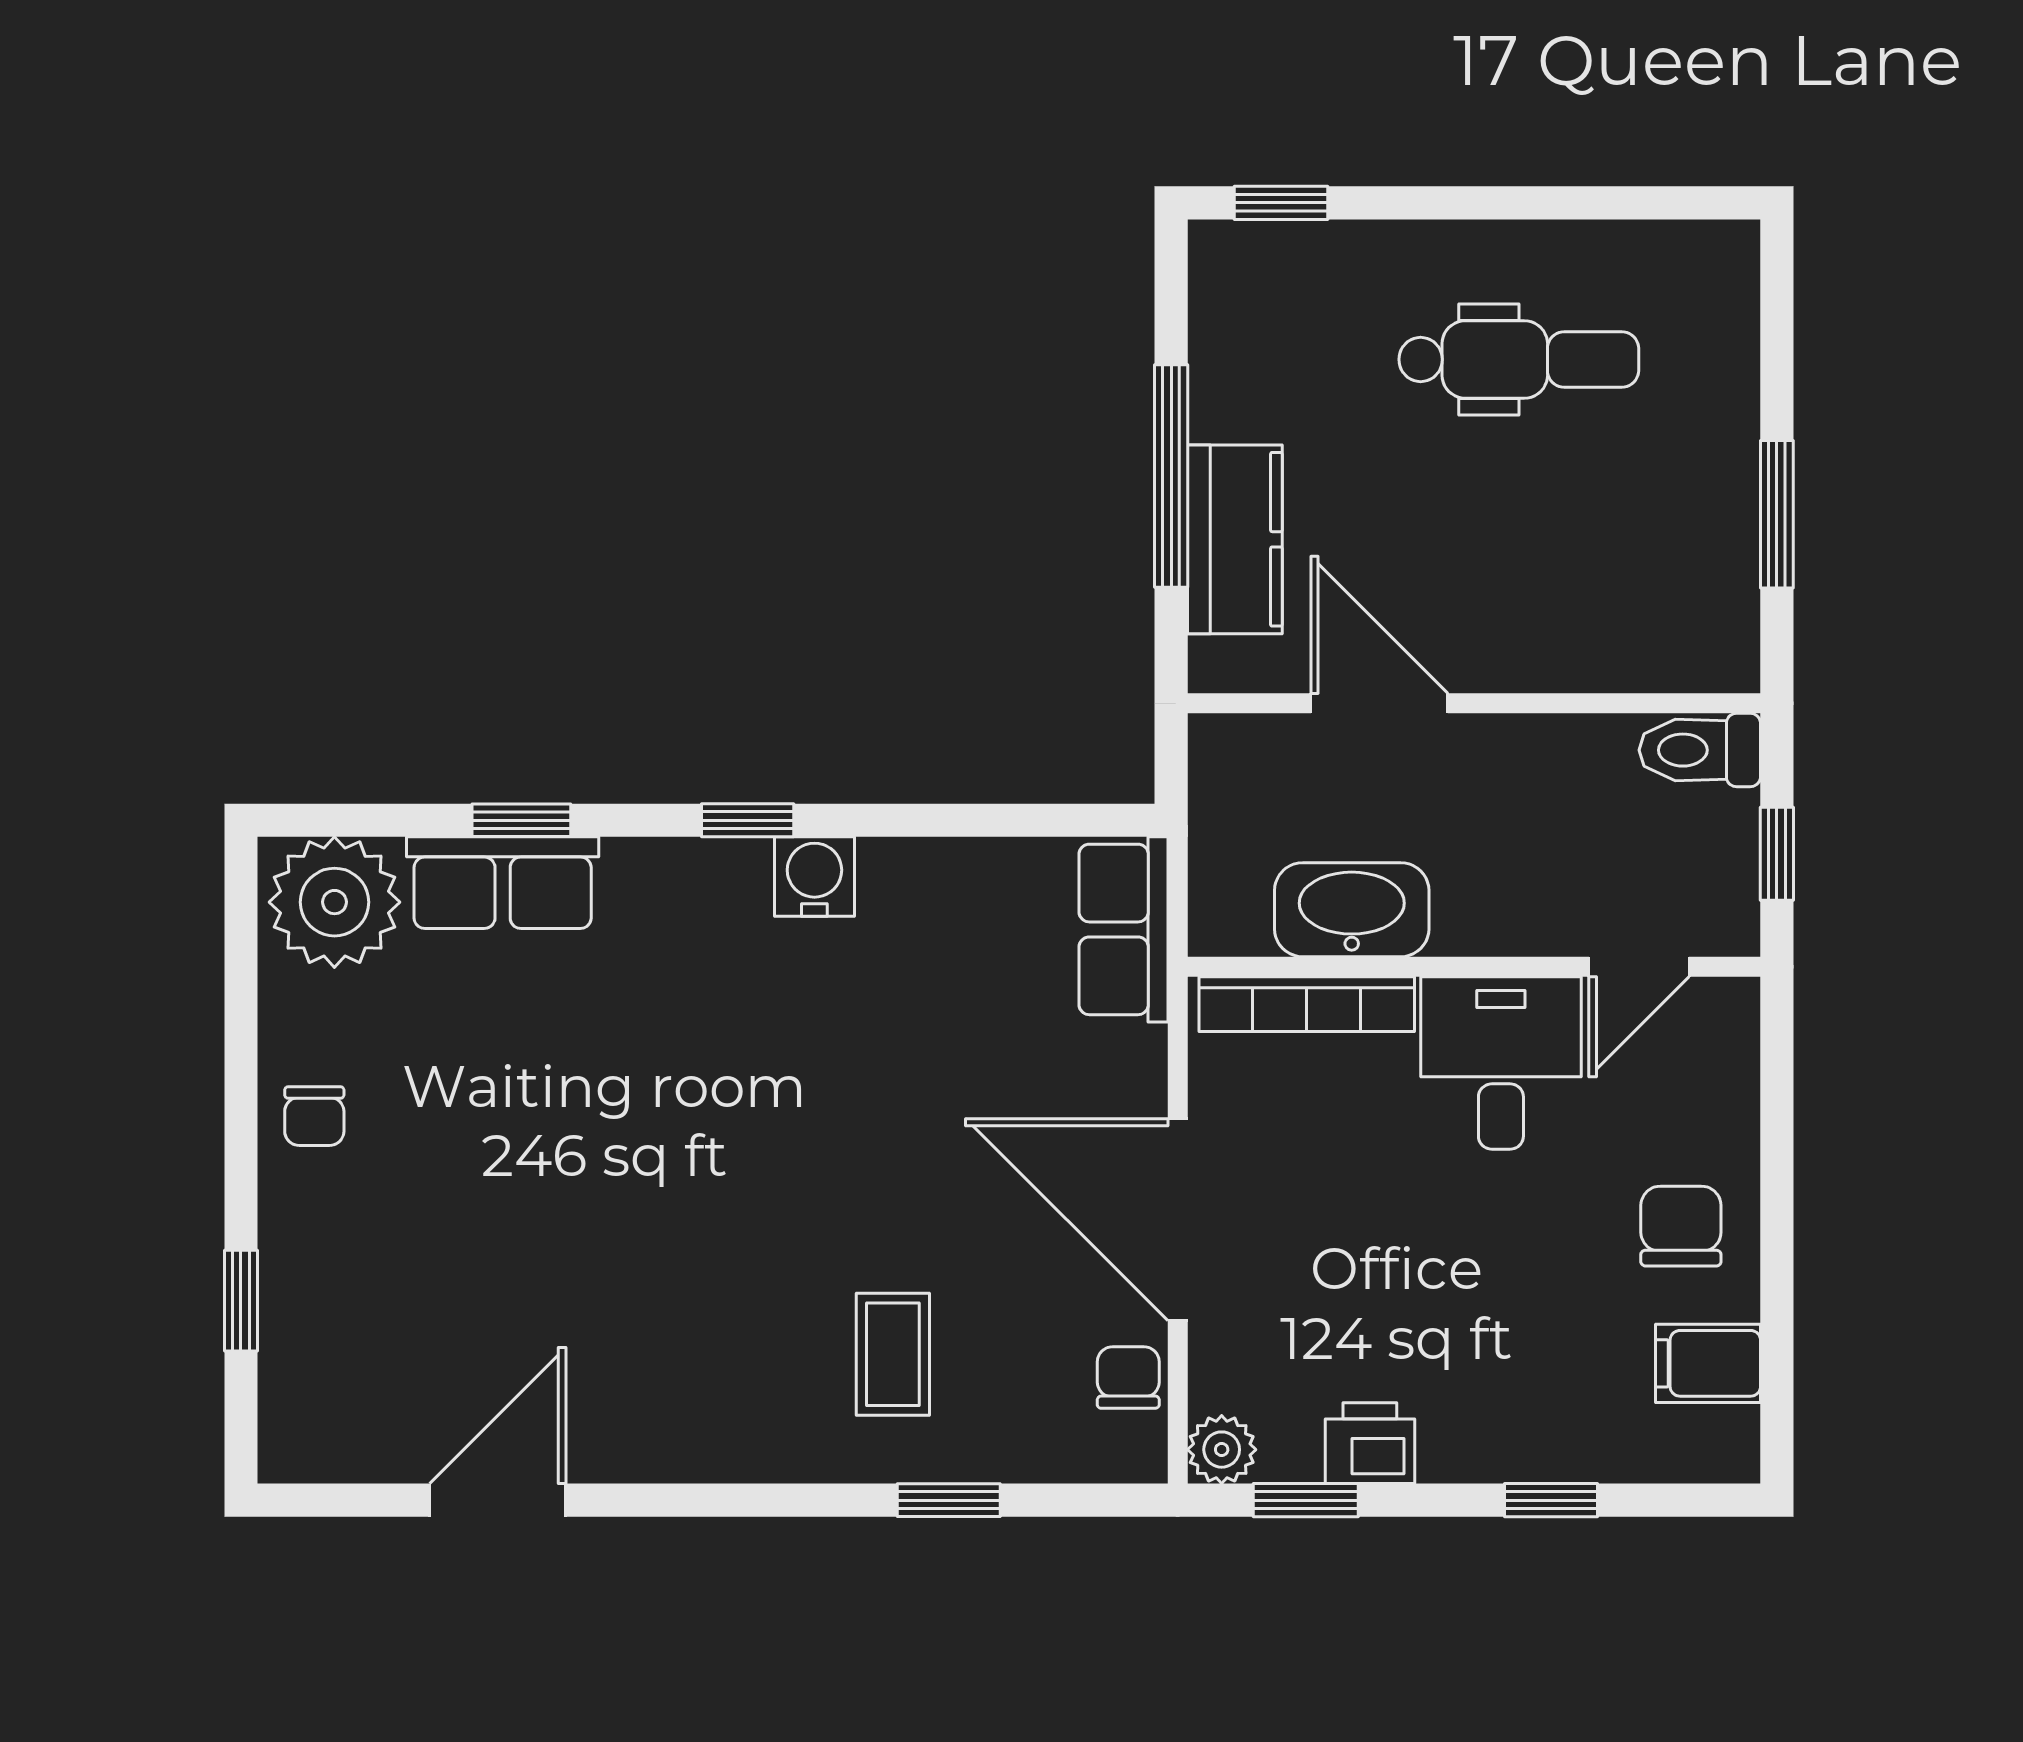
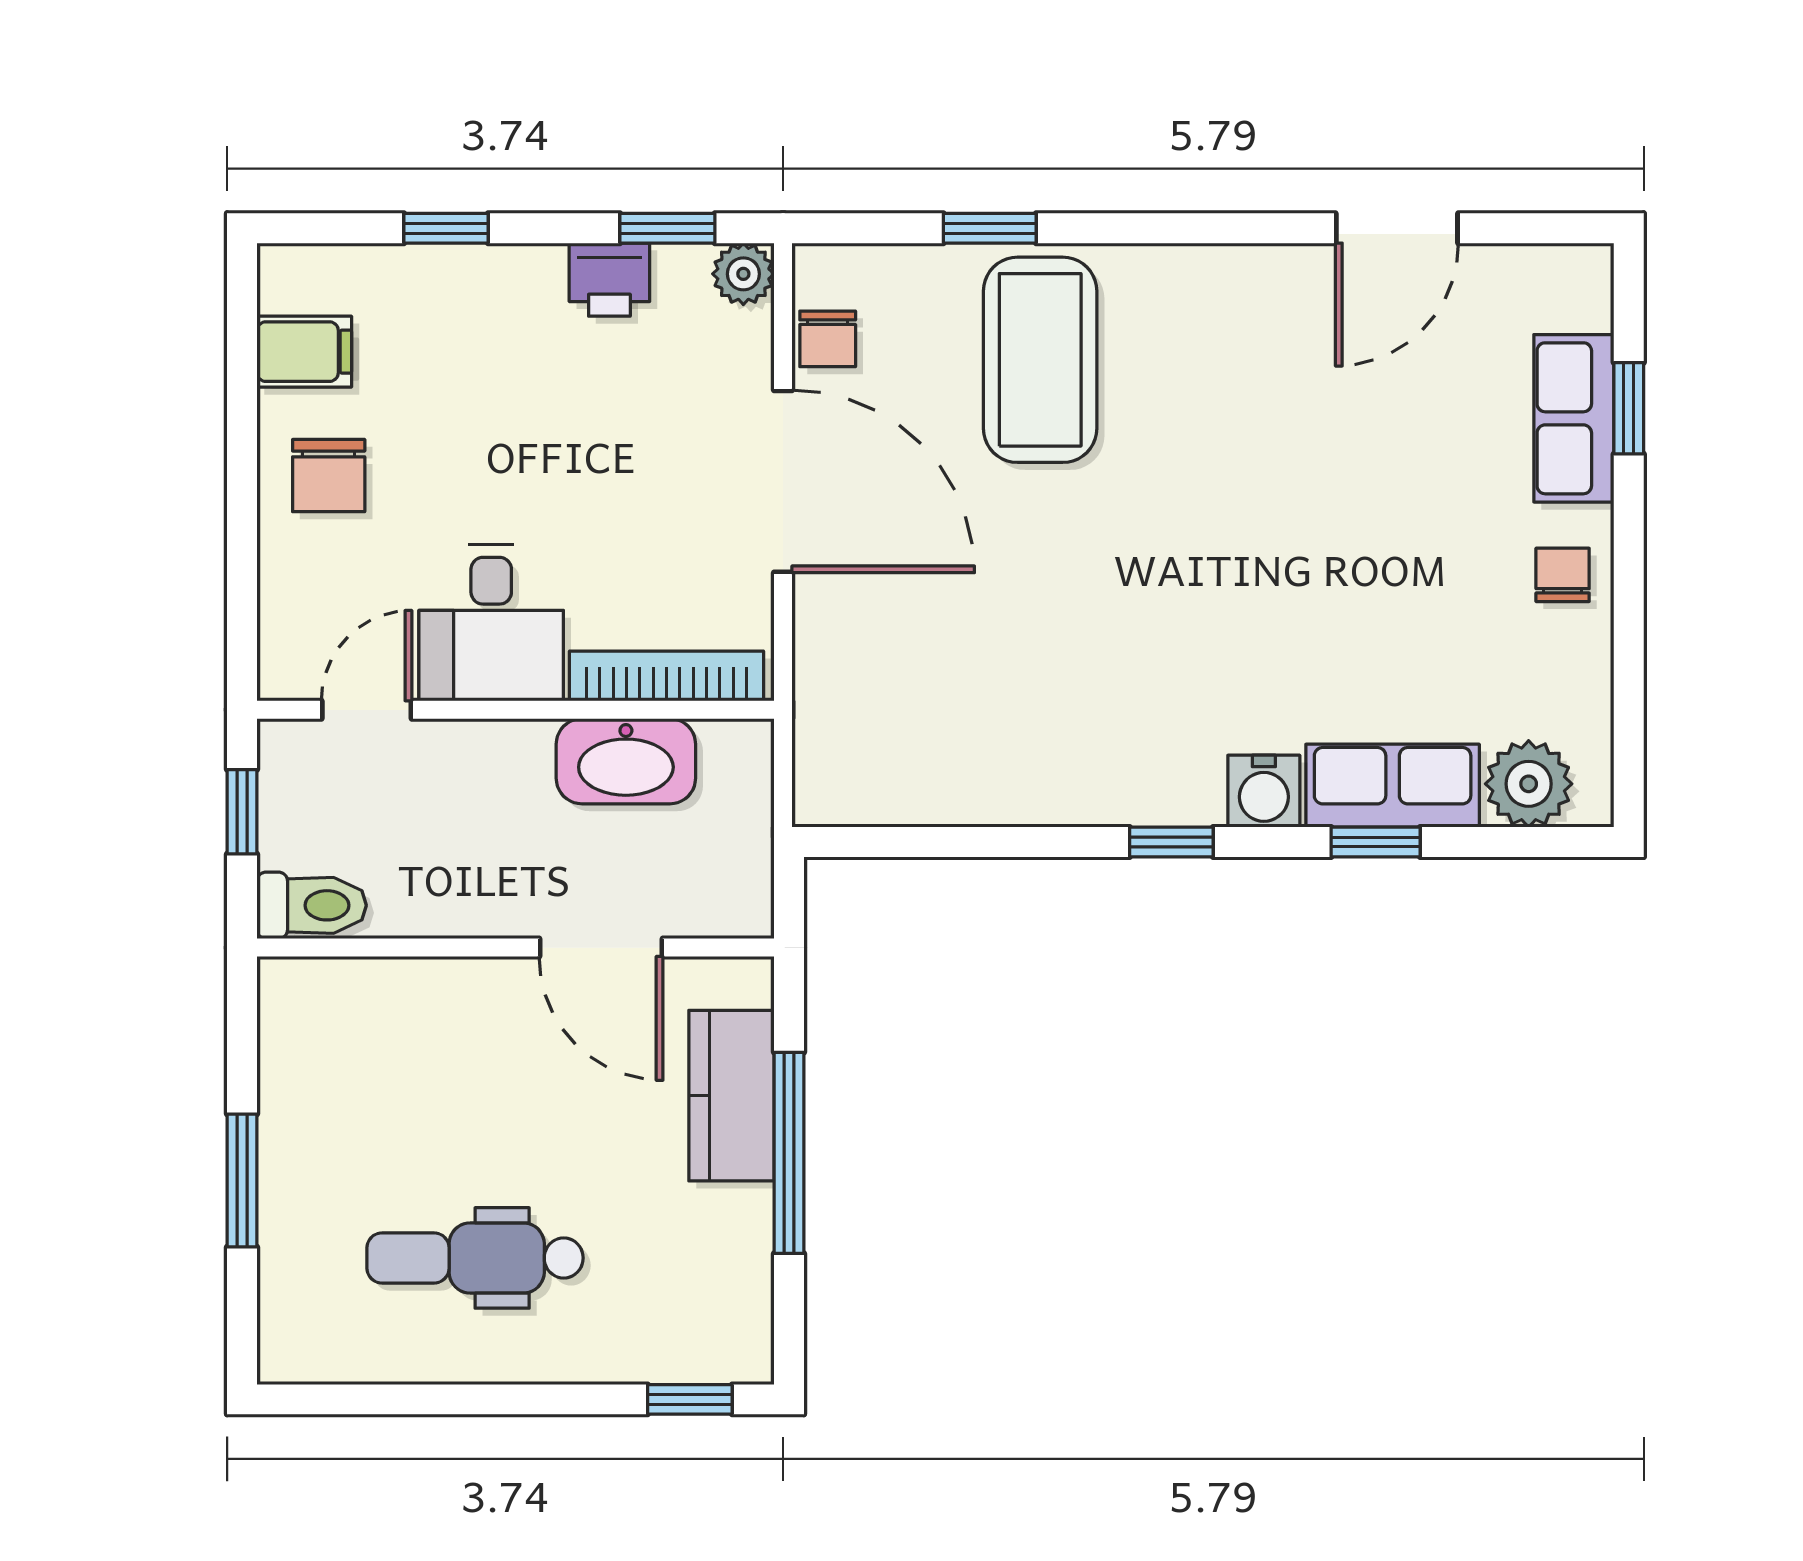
window: (1777, 514) -> (242, 1180), moved
water cooler: (814, 877) -> (1264, 791), moved
plant: (334, 902) -> (1529, 784), width x0.73, depth x0.73
row of seats: (1123, 929) -> (1574, 418), moved, turned 180
coffee table: (893, 1354) -> (1040, 360), width x1.86, depth x1.72

